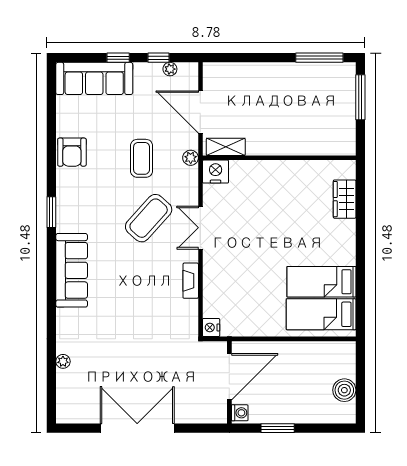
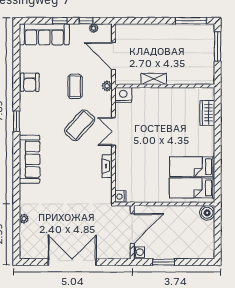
shelving: (226, 147) -> (154, 79), moved
boiler: (344, 390) -> (207, 213), moved

